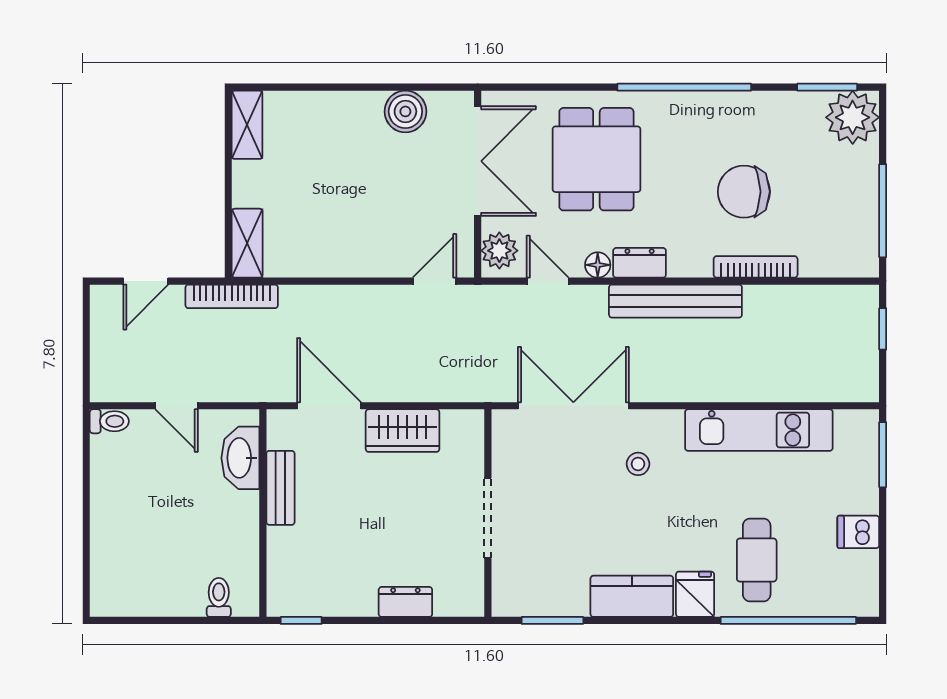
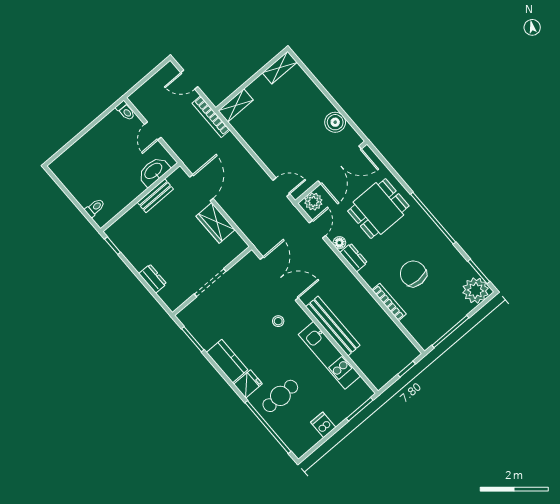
bench: (675, 301) -> (333, 326), moved

